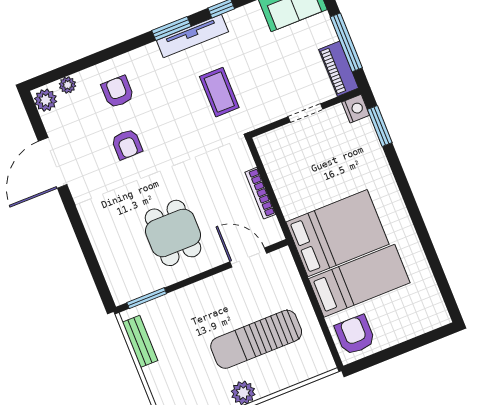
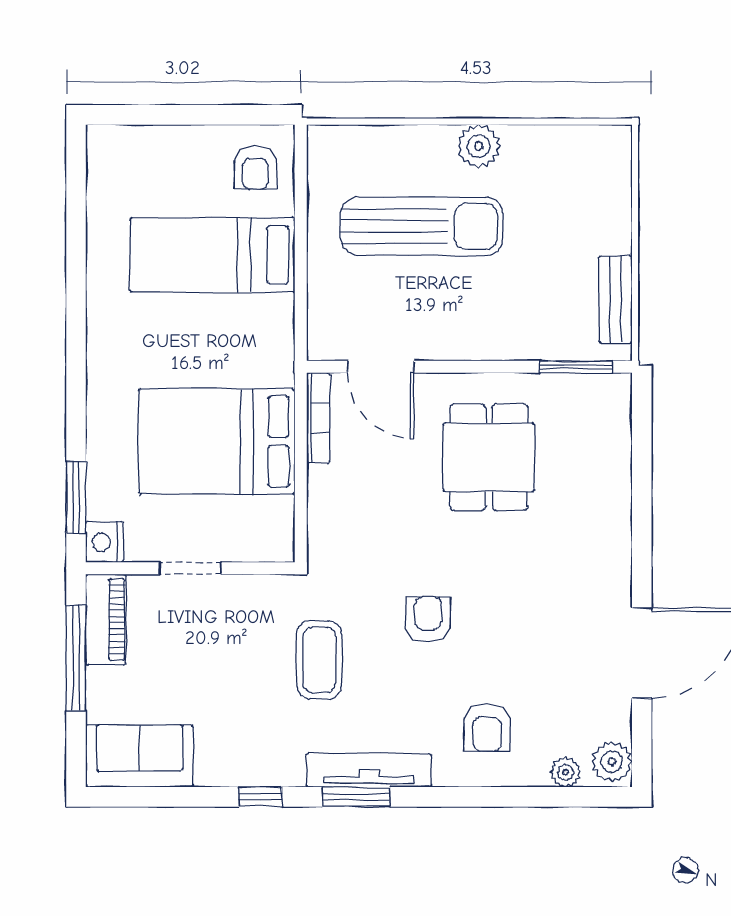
tv unit: (192, 36) -> (369, 770), moved
armchair: (127, 144) -> (428, 619), moved
bookcase: (260, 193) -> (318, 418), moved
bed: (338, 233) -> (217, 442), moved
armchair: (355, 335) -> (255, 168), width x0.72, depth x0.72

